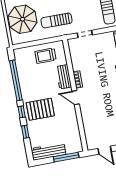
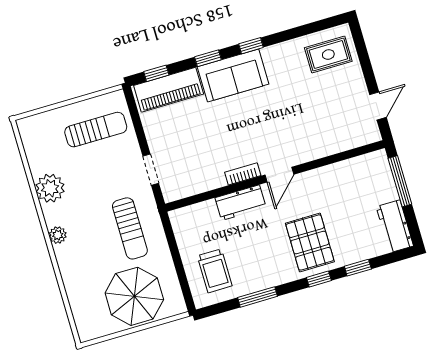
trolley: (45, 56) -> (215, 271), moved
window: (16, 80) -> (257, 297), width x0.47
workbench: (48, 151) -> (395, 226), width x0.73

